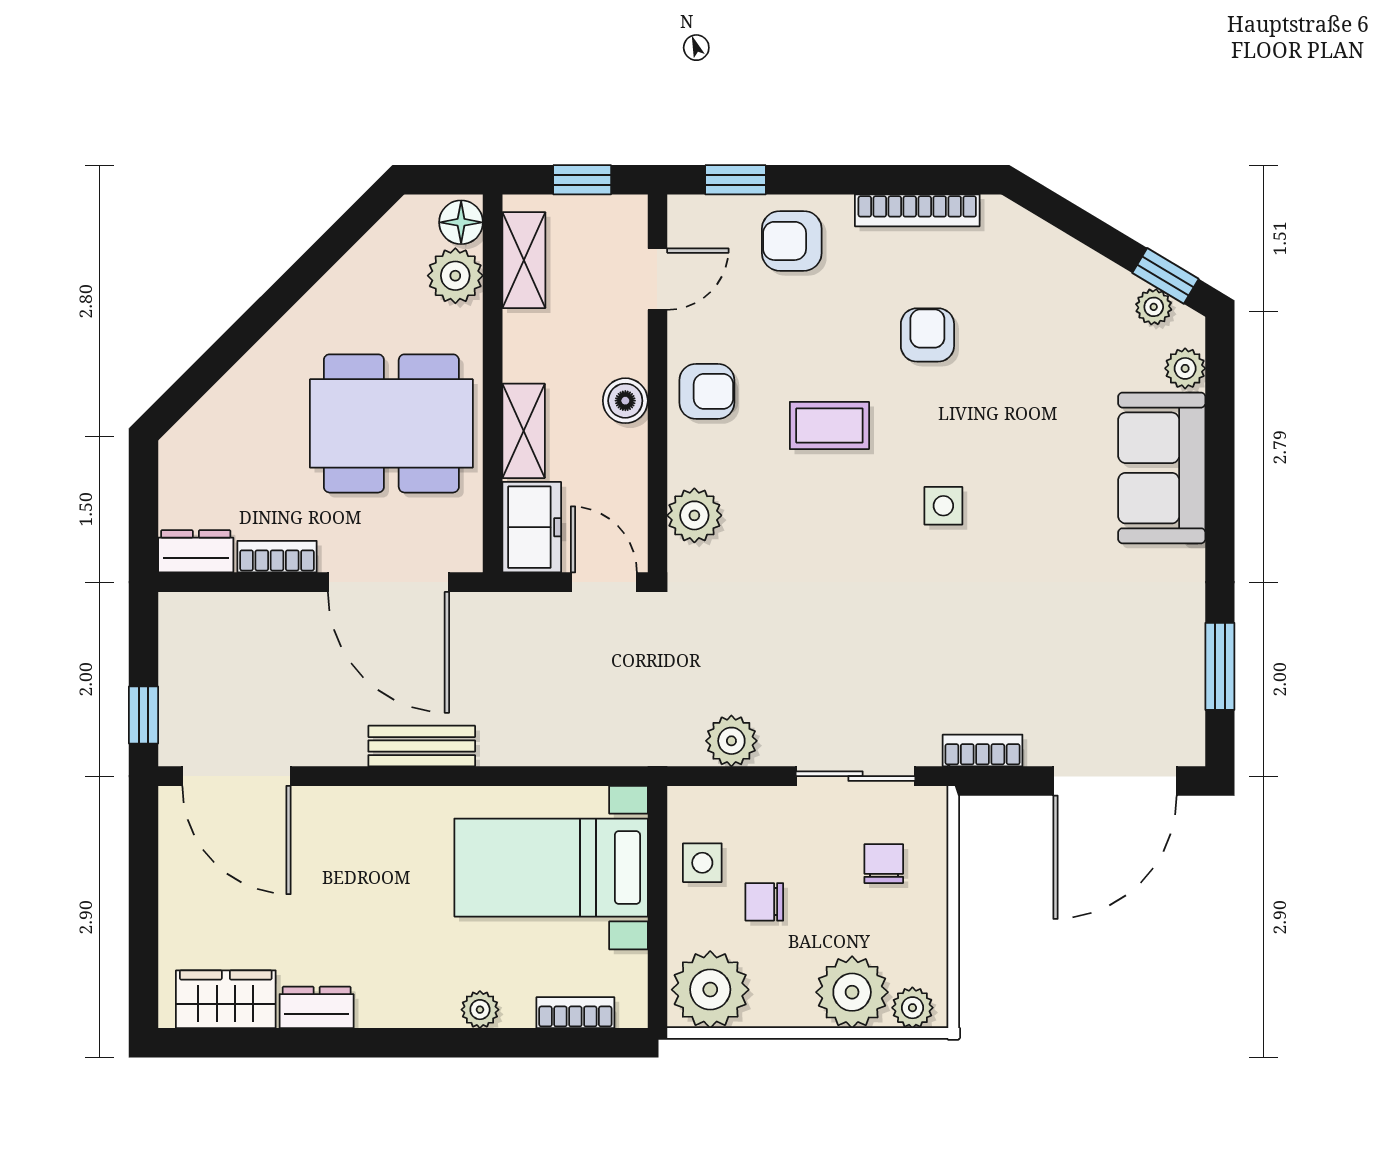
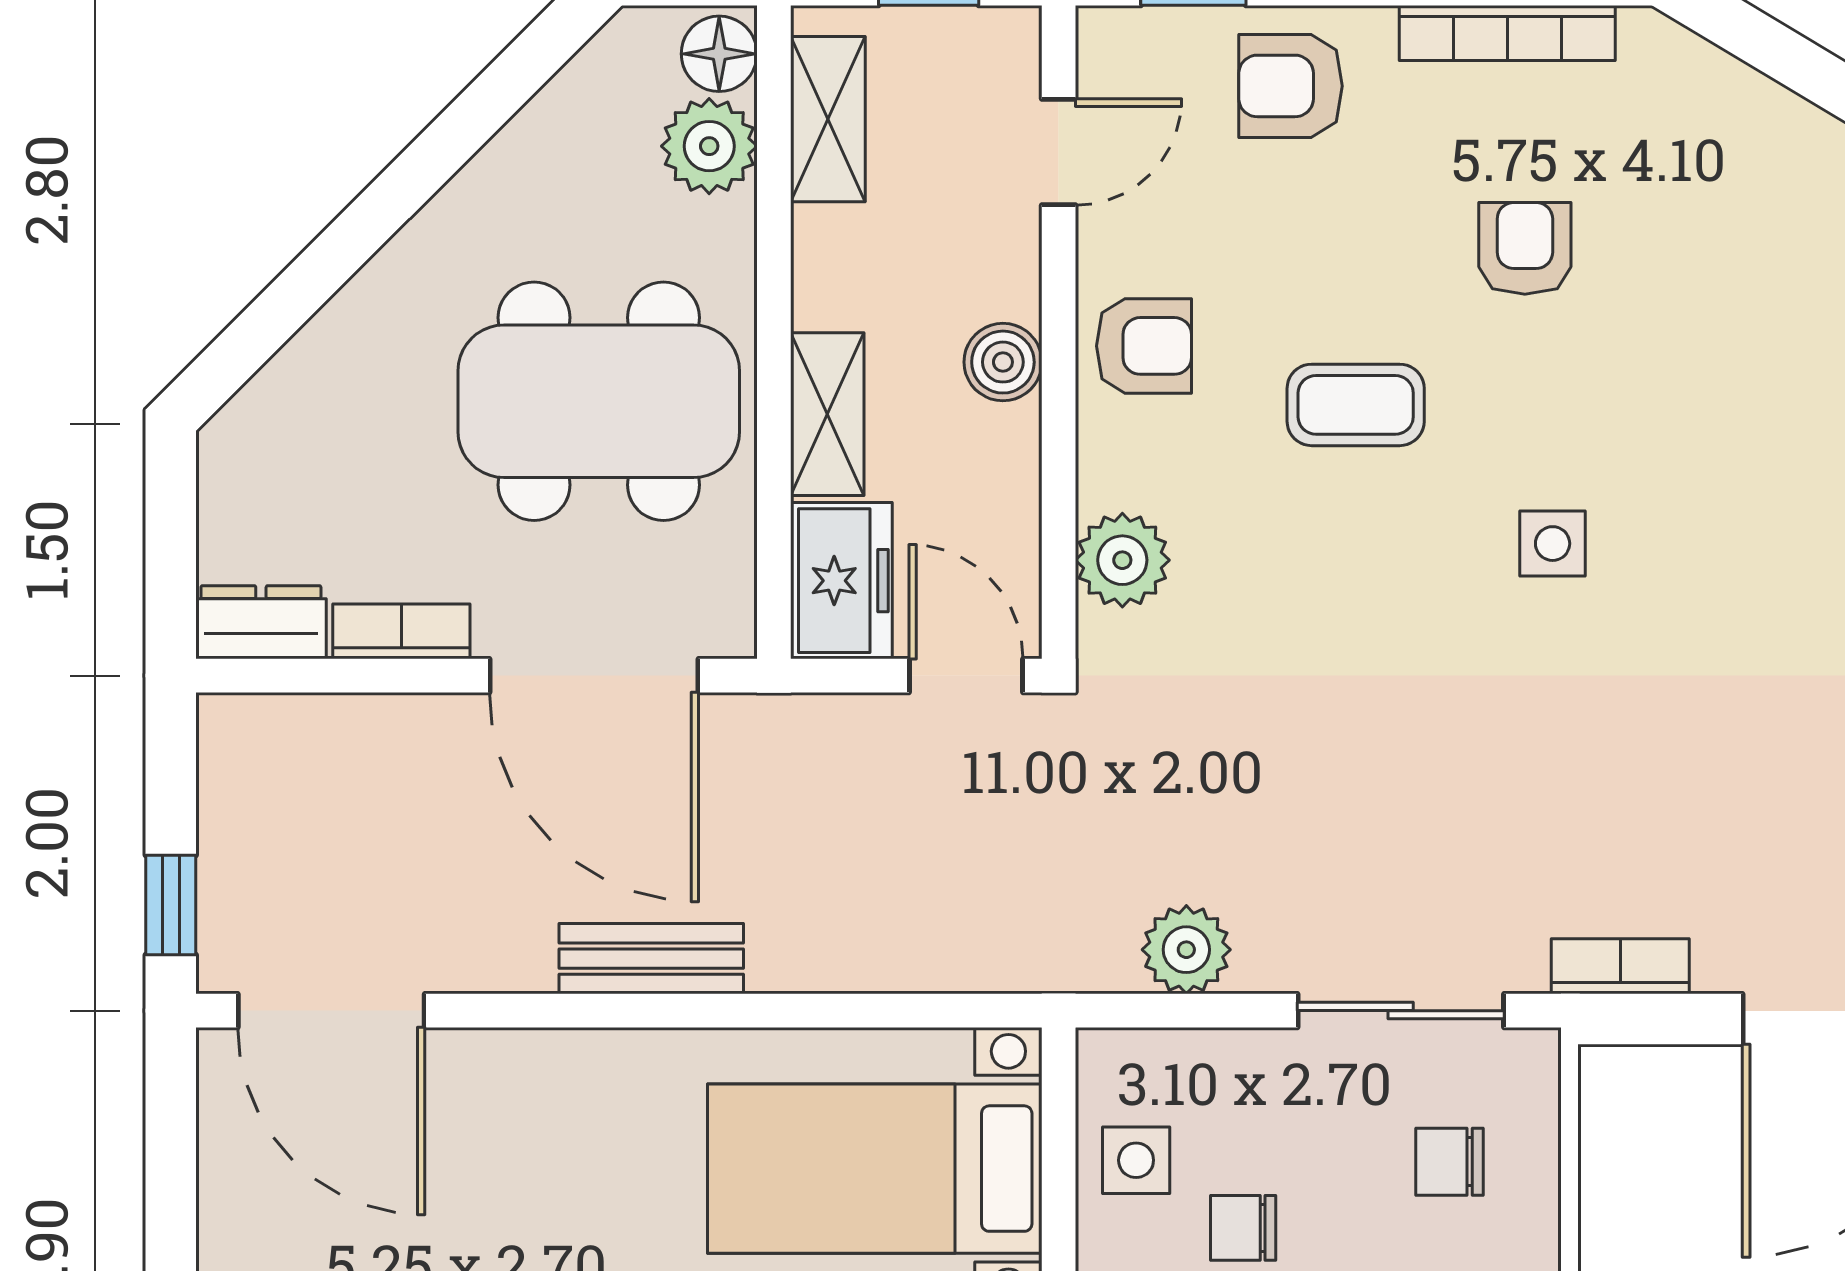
chair: (884, 864) -> (1450, 1162), turned -90

